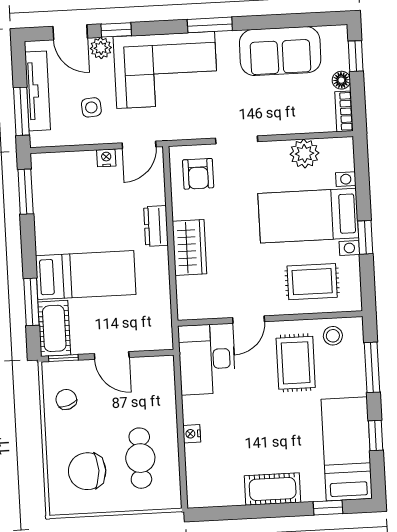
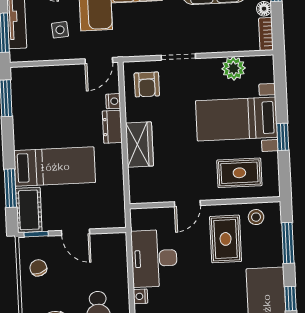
nightstand: (106, 158) -> (113, 101), moved, turned 90
desk: (207, 359) -> (154, 258), moved

